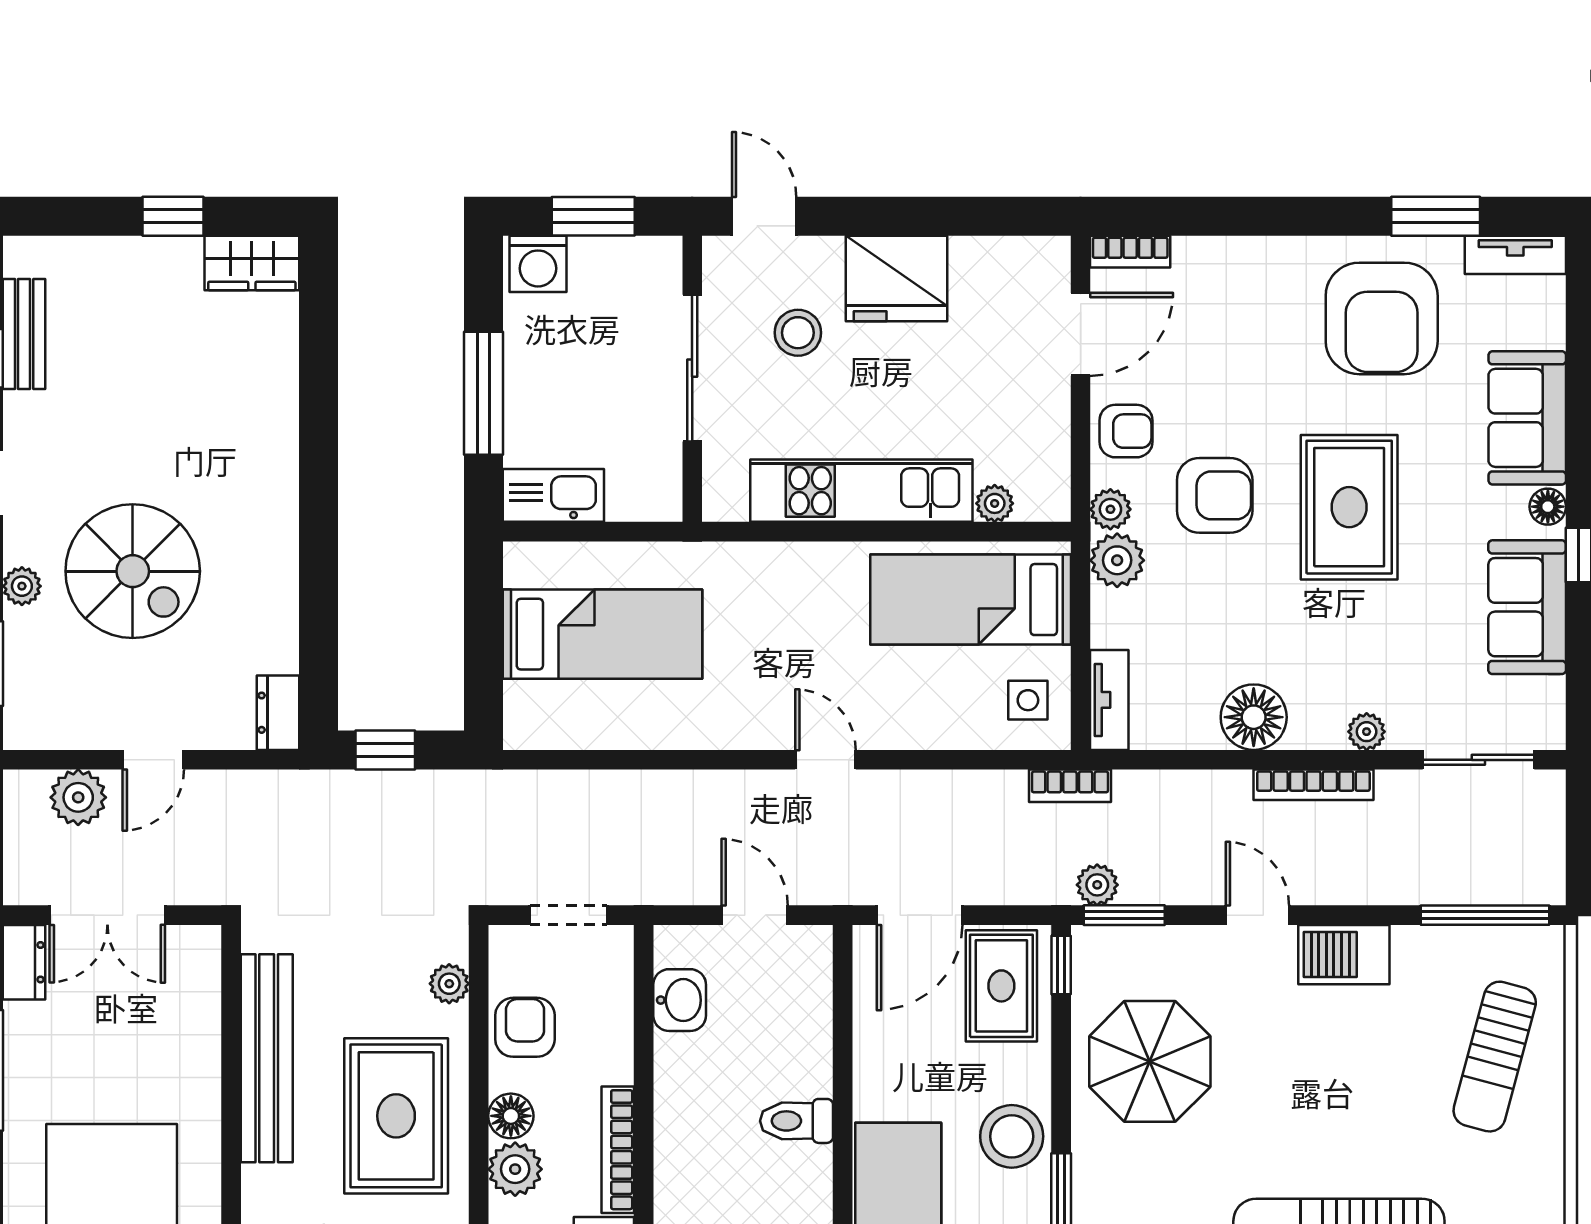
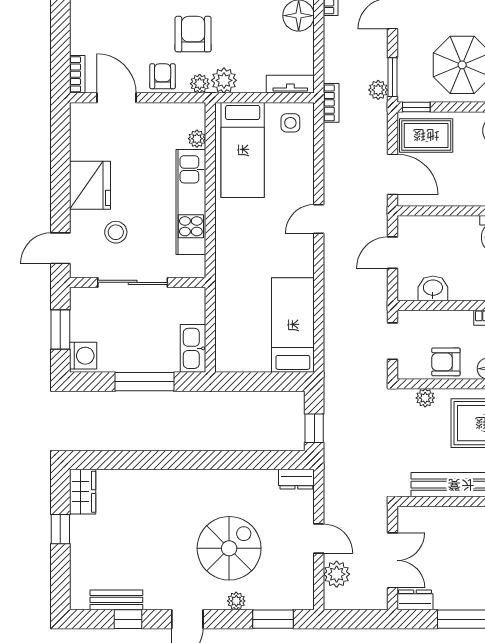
bed: (603, 634) -> (293, 325), moved

